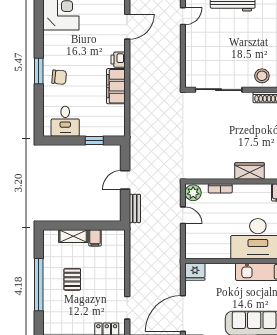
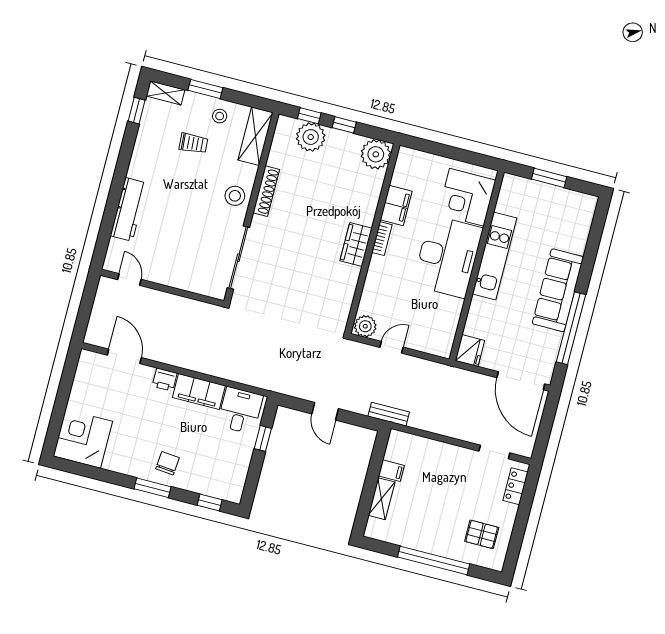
window: (39, 114) -> (210, 503), added
desk: (65, 121) -> (240, 410), moved, turned -90
bookcase: (220, 188) -> (382, 239), moved
bench: (135, 208) -> (389, 414), moved
pallet: (72, 279) -> (482, 534), moved

